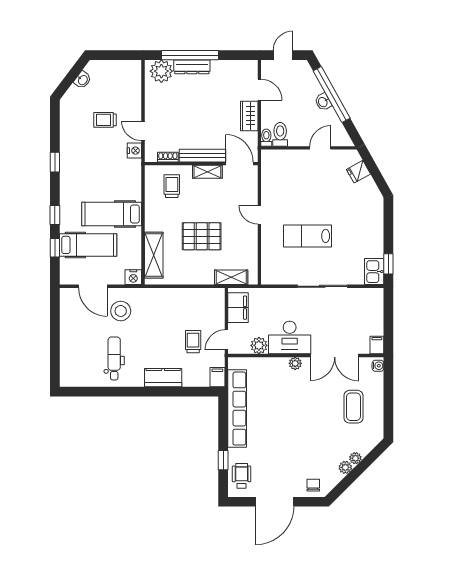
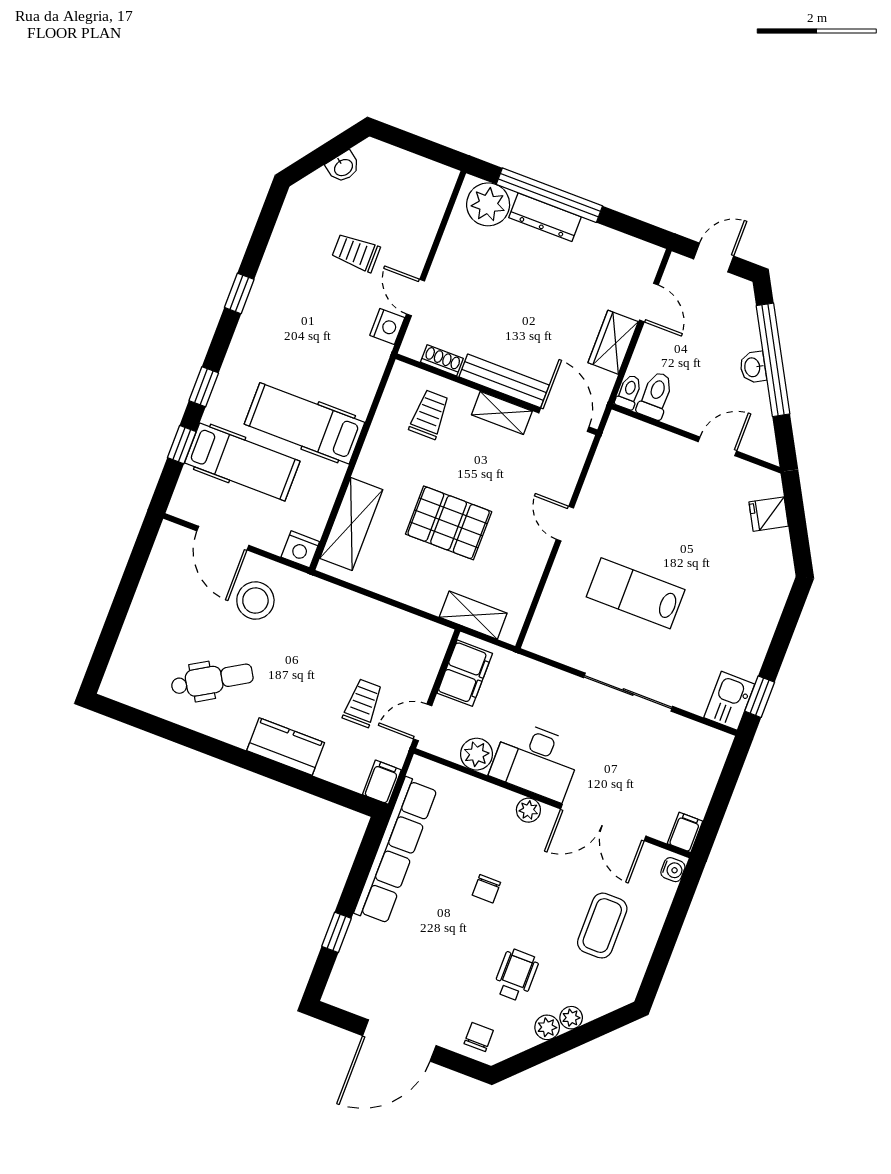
dental chair: (114, 358) -> (212, 680), turned 59
chair: (289, 410) -> (486, 889), added
wheelchair: (242, 476) -> (516, 975), moved

